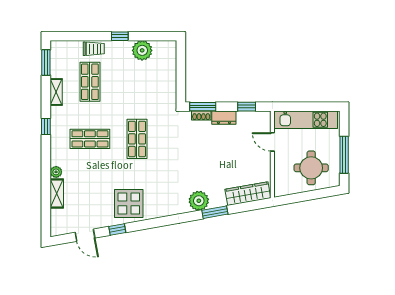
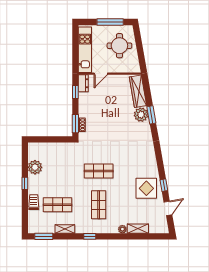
dresser: (224, 118) -> (83, 83), moved
plant: (199, 201) -> (141, 115), moved
display table: (129, 203) -> (146, 188), moved

